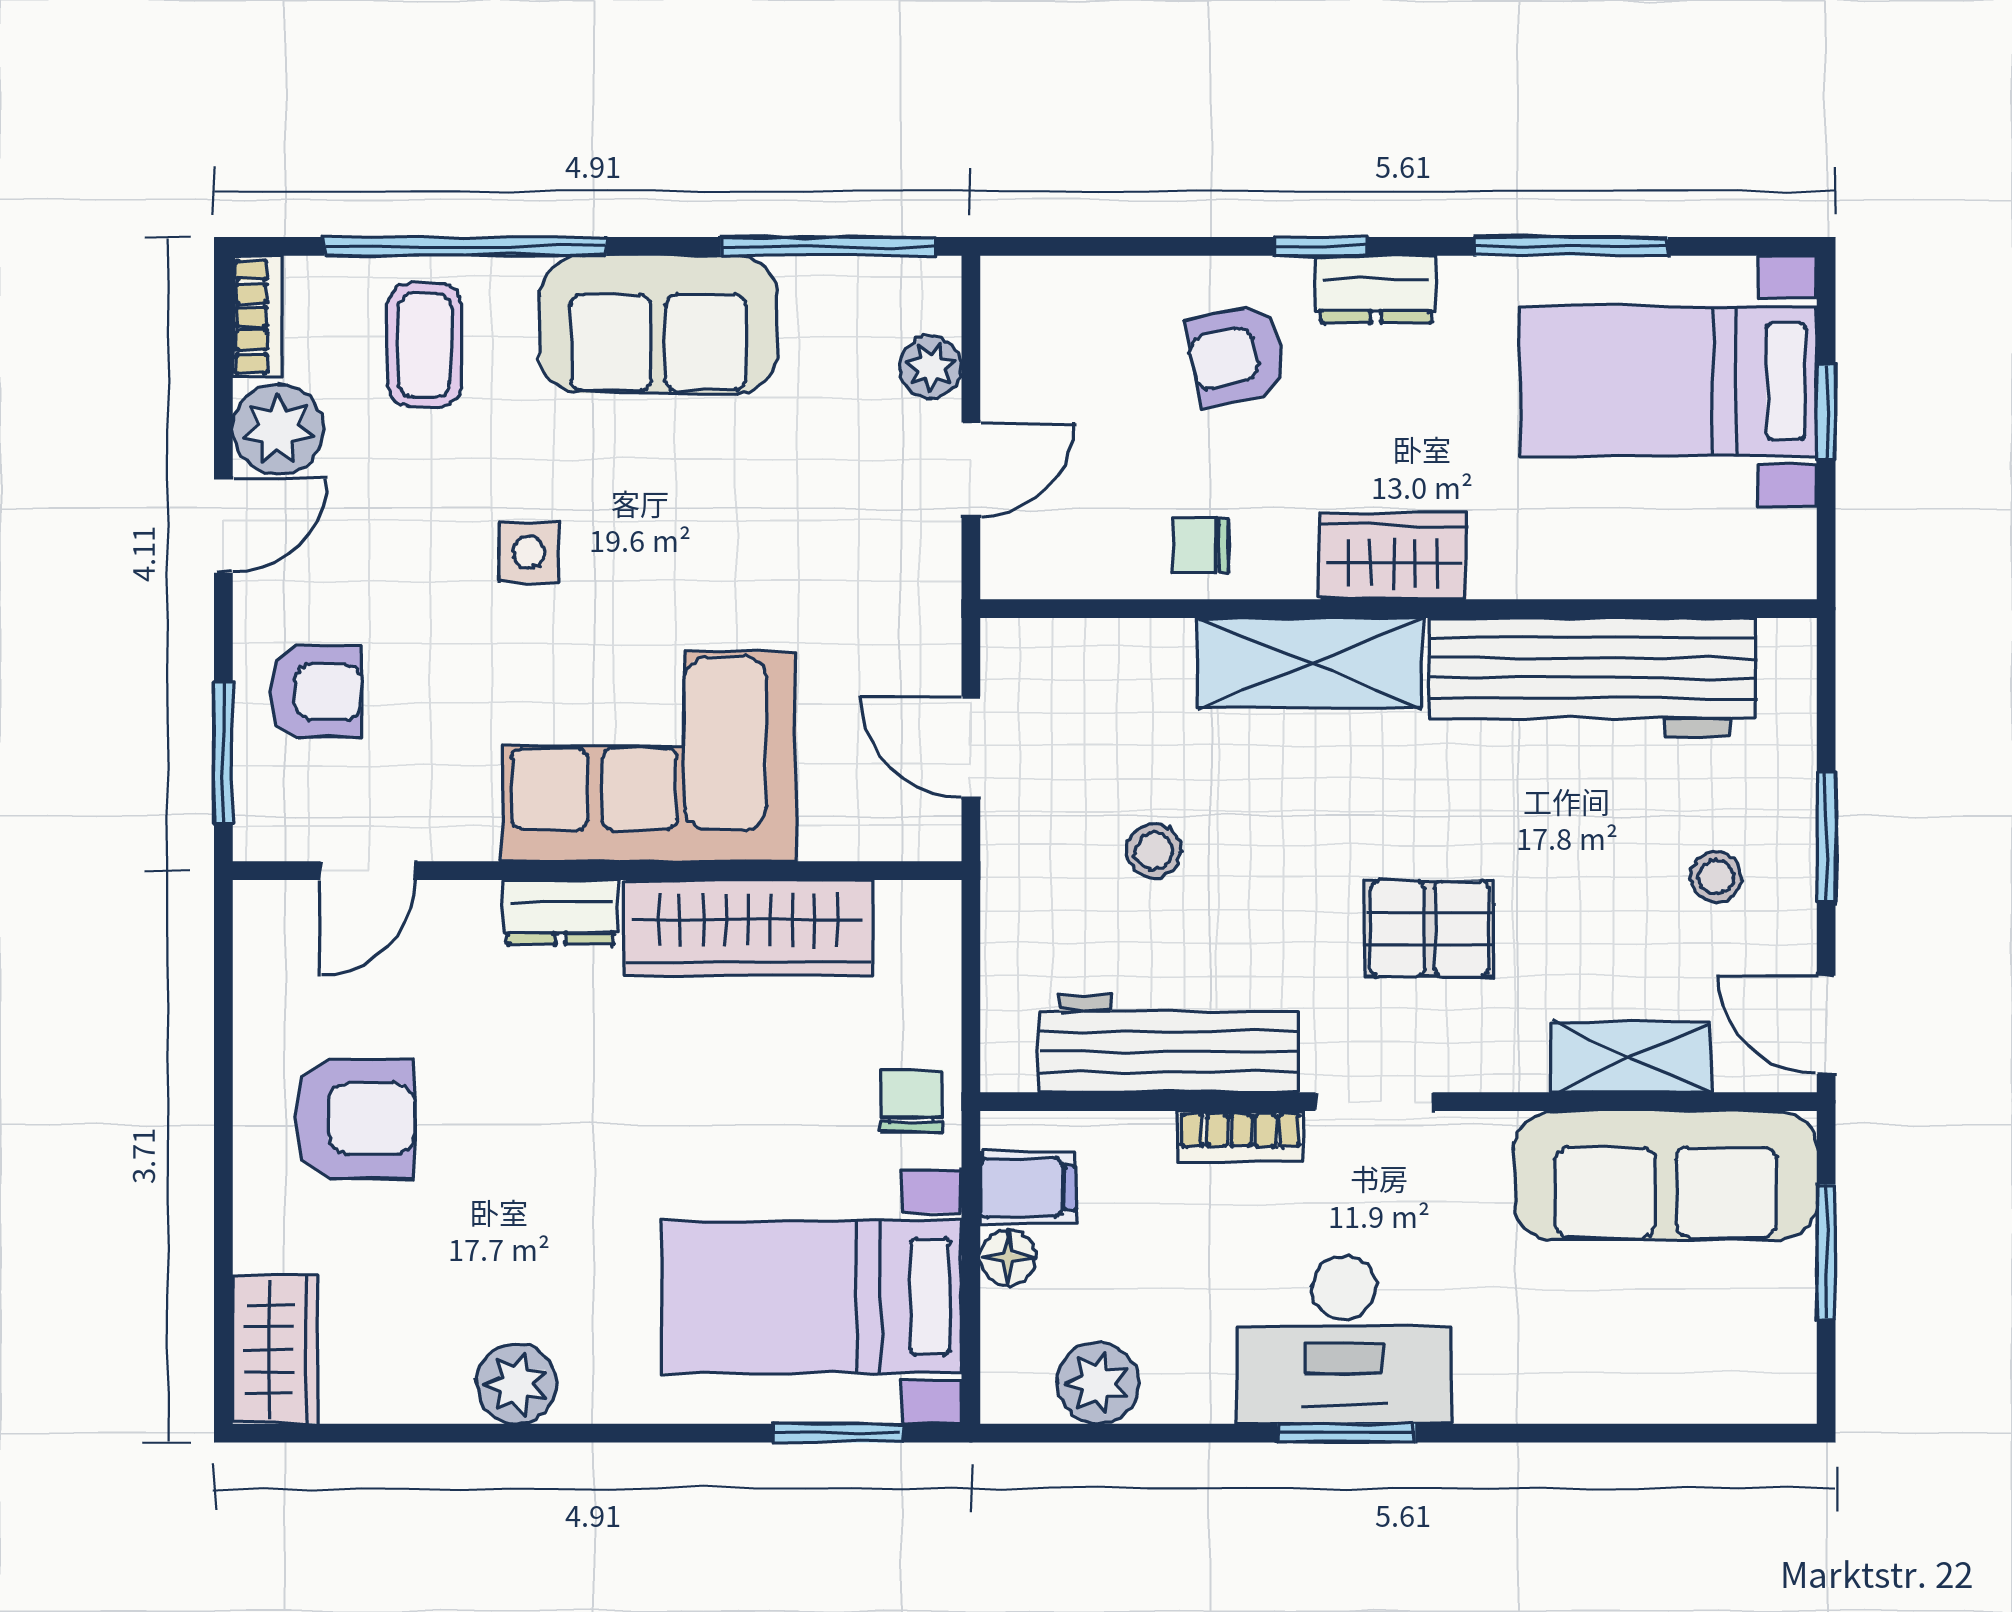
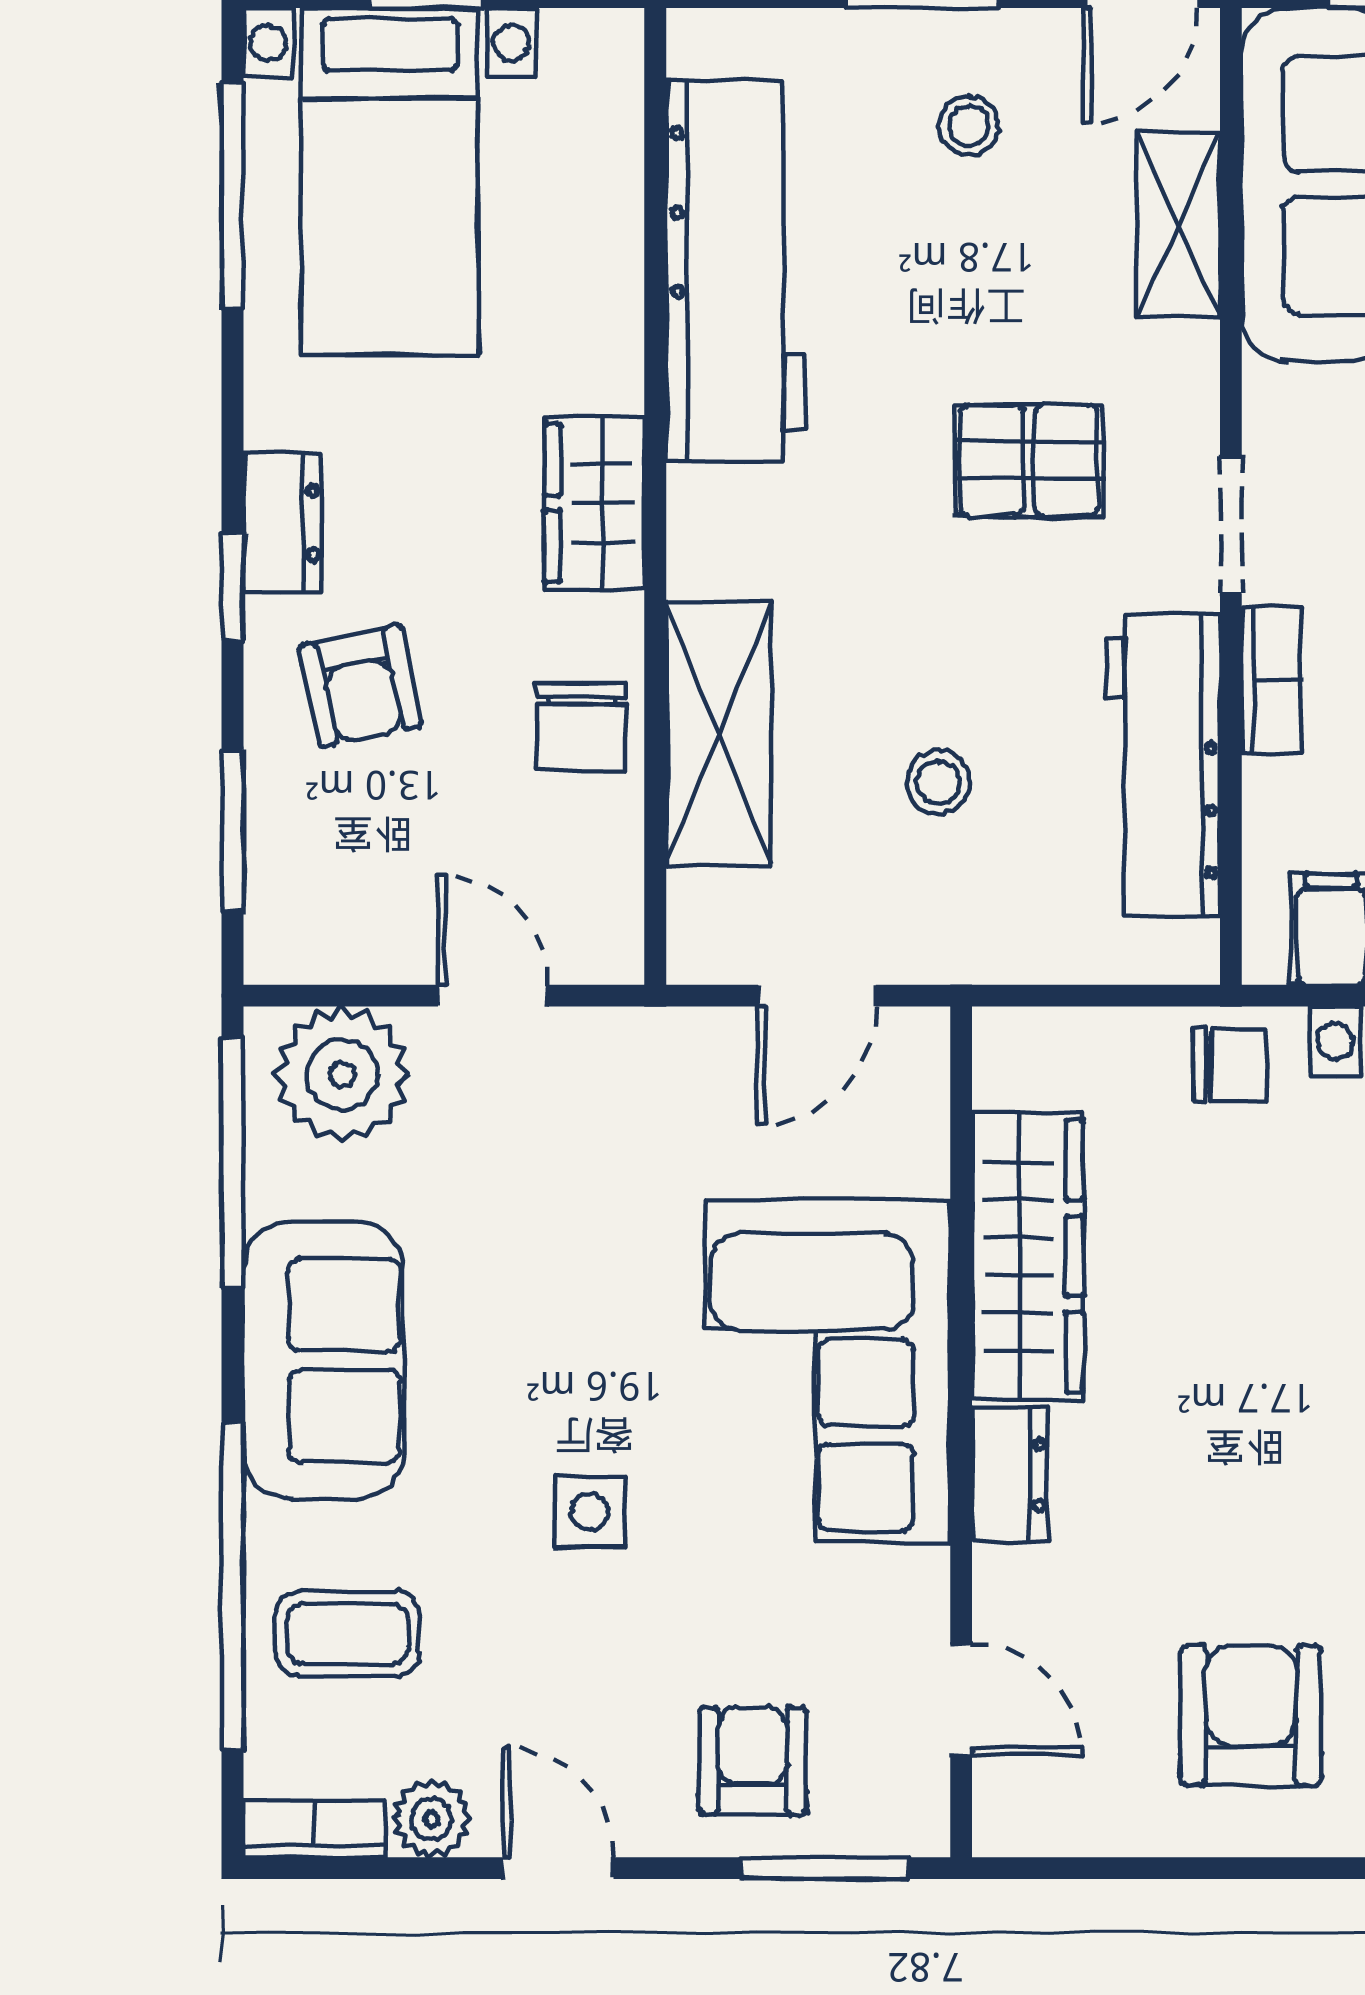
window: (1112, 246) -> (232, 831), added
window: (1571, 246) -> (232, 195), moved
plant: (931, 367) -> (342, 1074), width x1.88, depth x1.88
plant: (278, 429) -> (431, 1819), width x0.73, depth x0.73
chair: (1201, 545) -> (582, 727), width x1.37, depth x1.37
shelving: (1310, 663) -> (719, 734), moved
pallet: (1430, 929) -> (1029, 460), turned 90
chair: (912, 1101) -> (1230, 1065), turned 180

